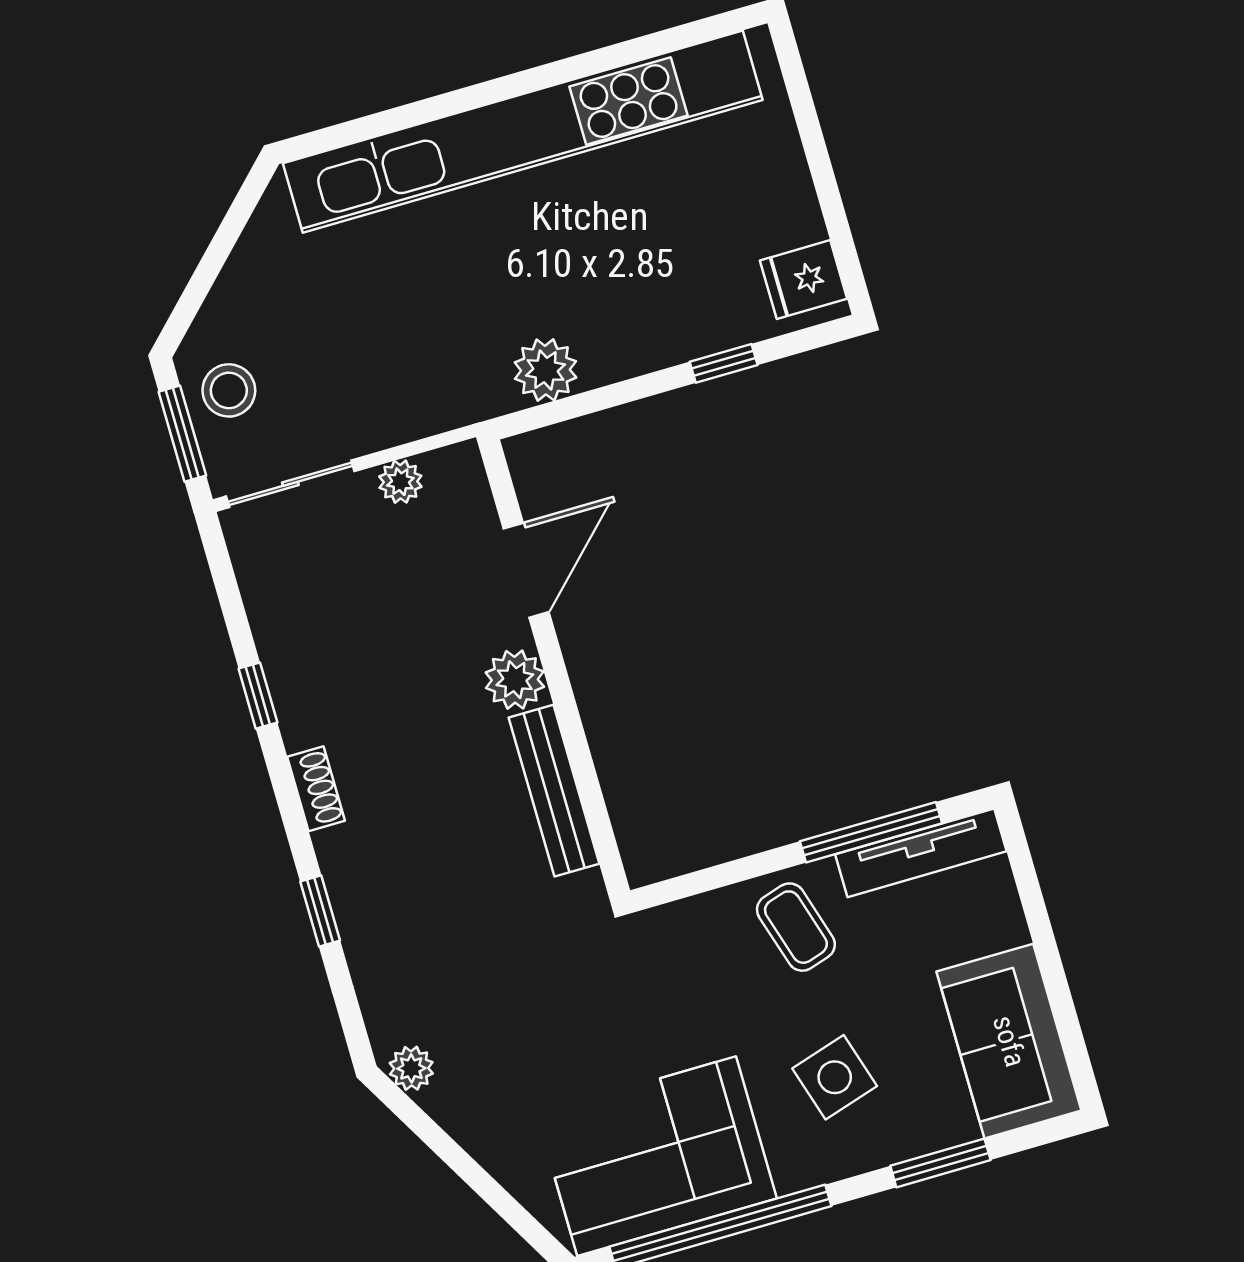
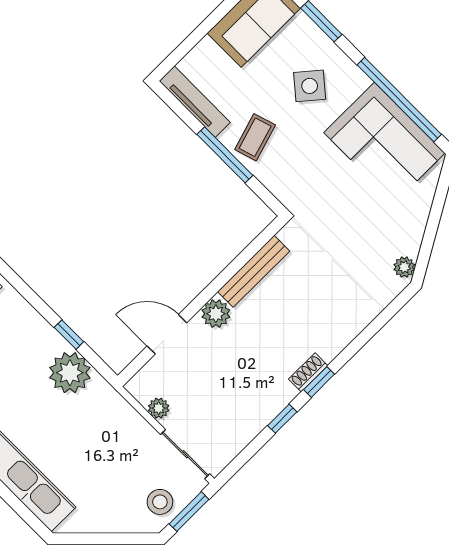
window: (724, 363) -> (69, 335), moved
plant: (545, 370) -> (70, 373), width x1.36, depth x1.36
window: (871, 832) -> (225, 155), moved
window: (320, 911) -> (319, 382), moved
side table: (835, 1077) -> (310, 86), turned -33

